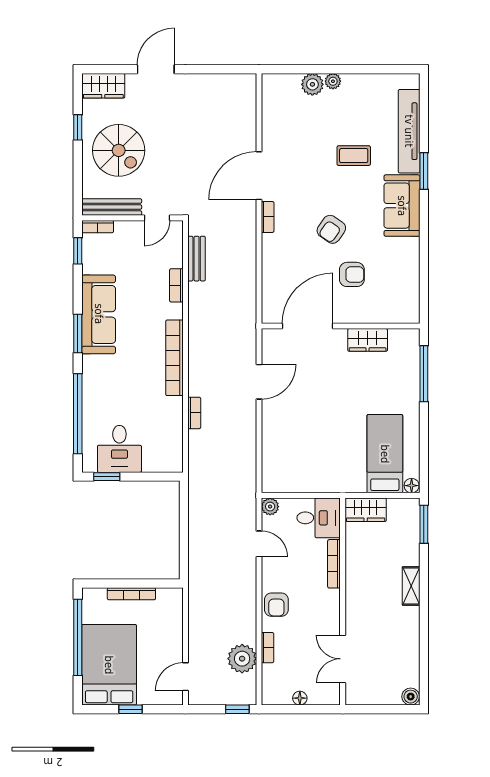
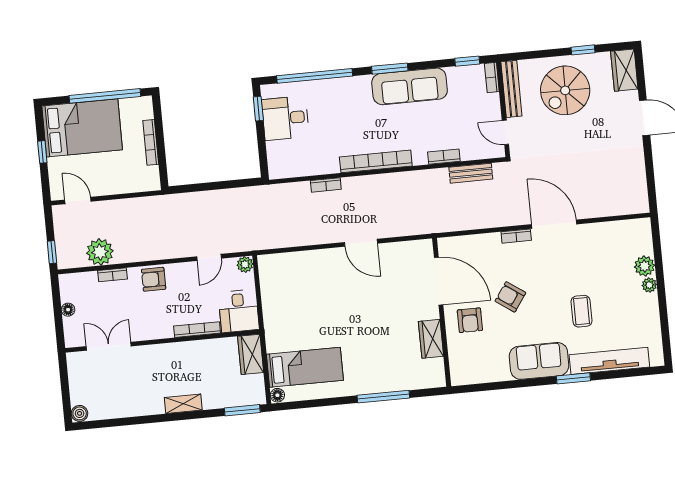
door: (307, 326) -> (439, 281), moved
wall: (341, 326) -> (442, 312), moved
wardrobe: (368, 340) -> (431, 339), moved

